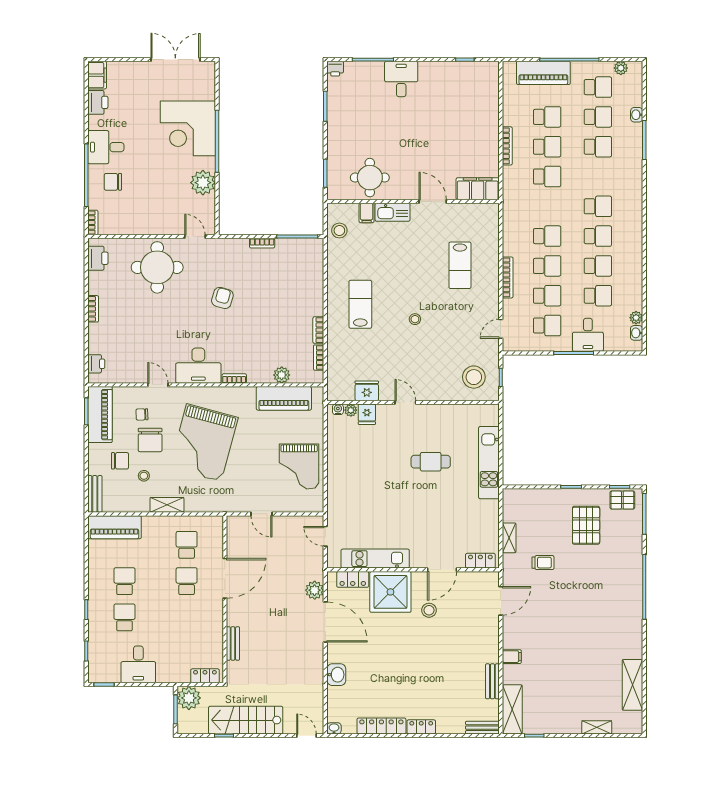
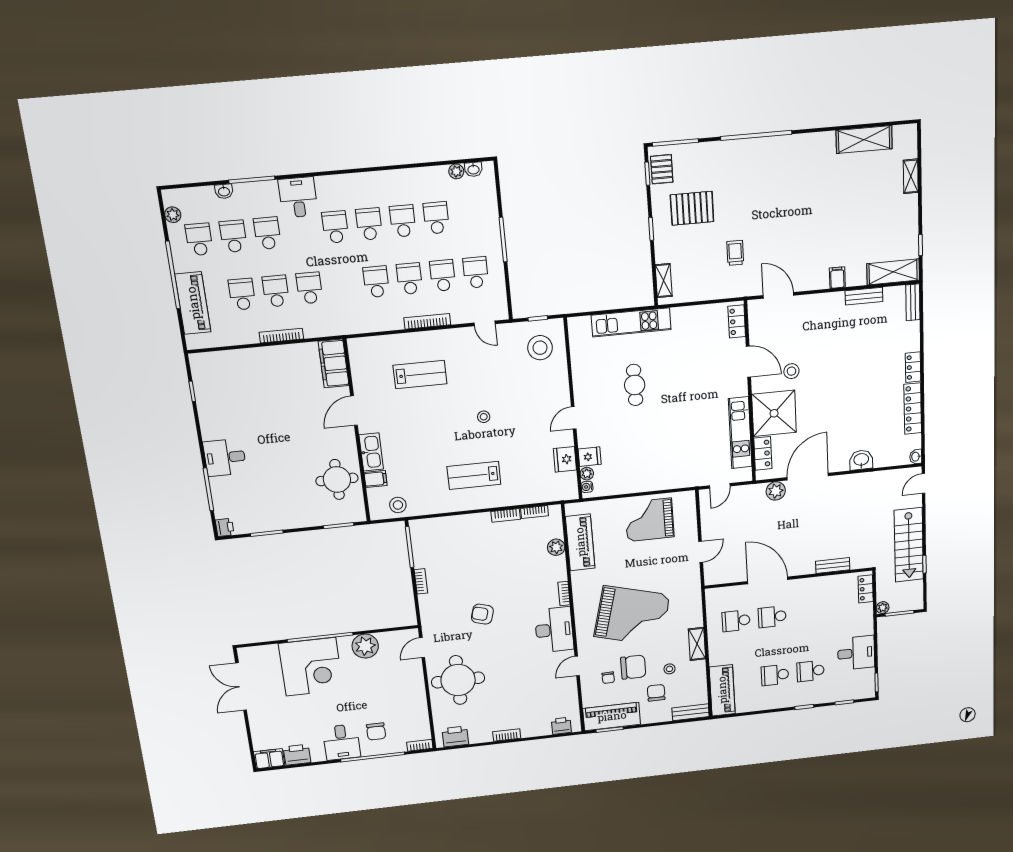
desk: (588, 335) -> (298, 197), moved, turned -90
grand piano: (299, 466) -> (649, 520), turned 180
shelving: (509, 538) -> (664, 281), moved, turned 90
plant: (189, 698) -> (883, 608), width x0.53, depth x0.53

